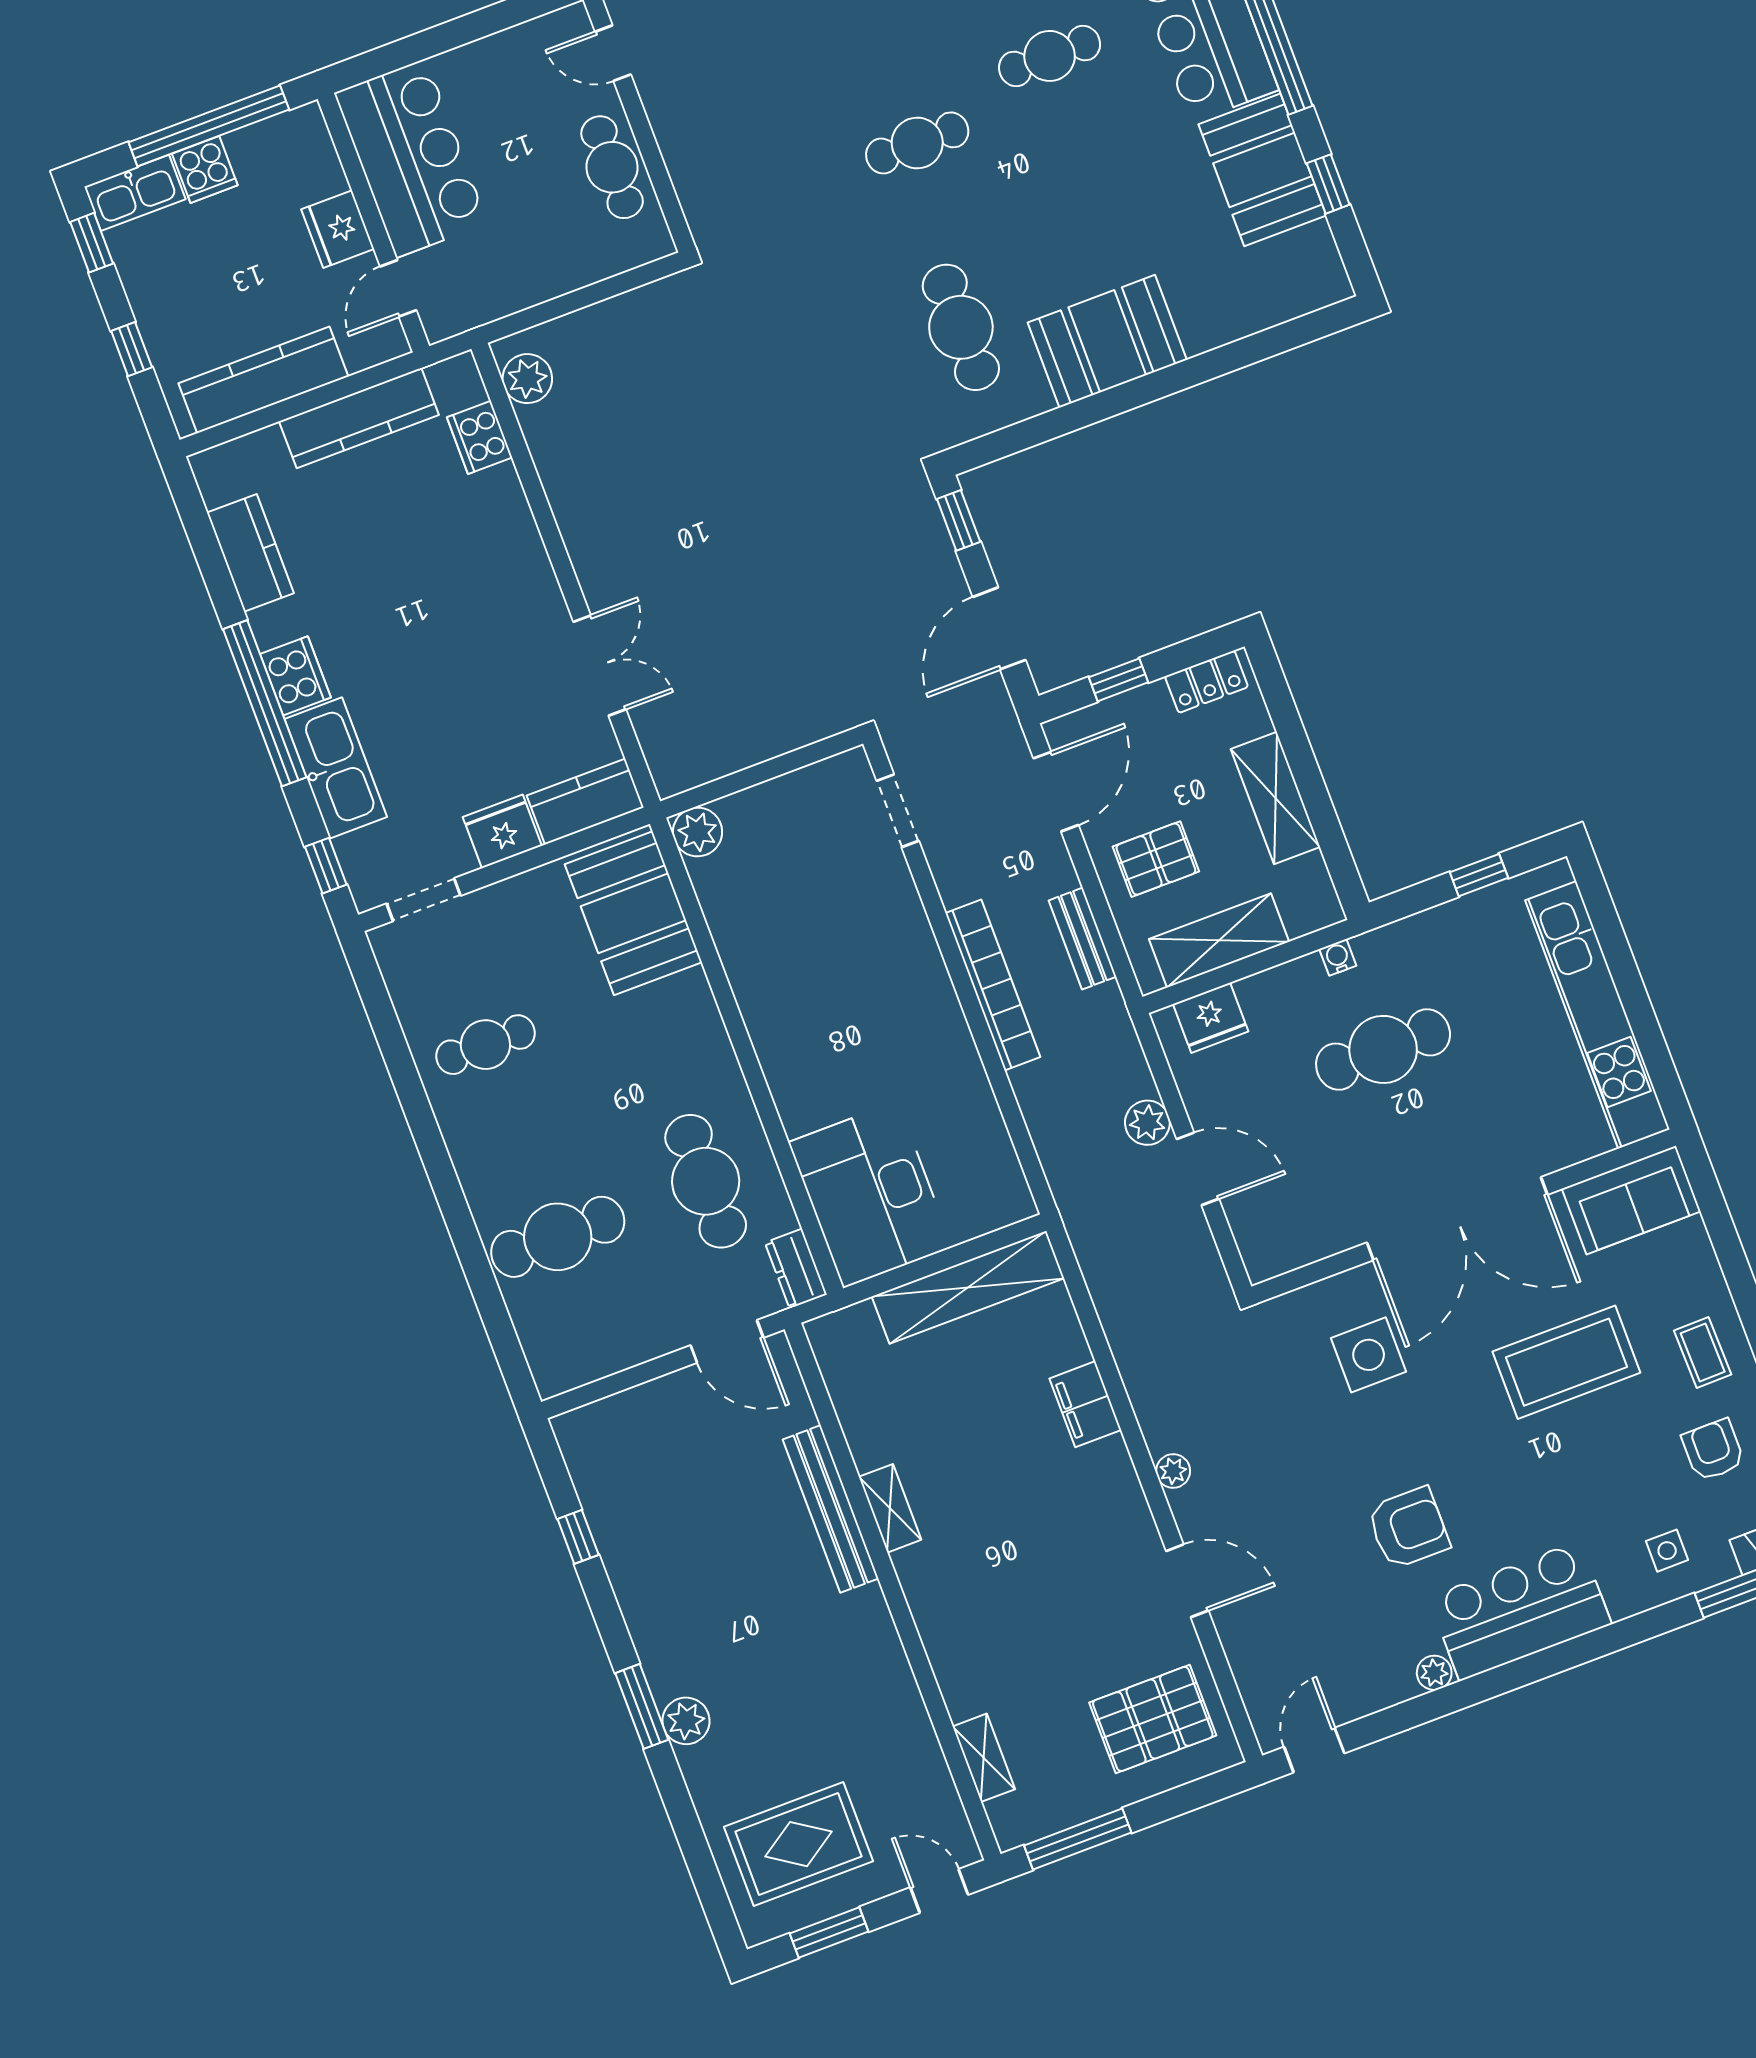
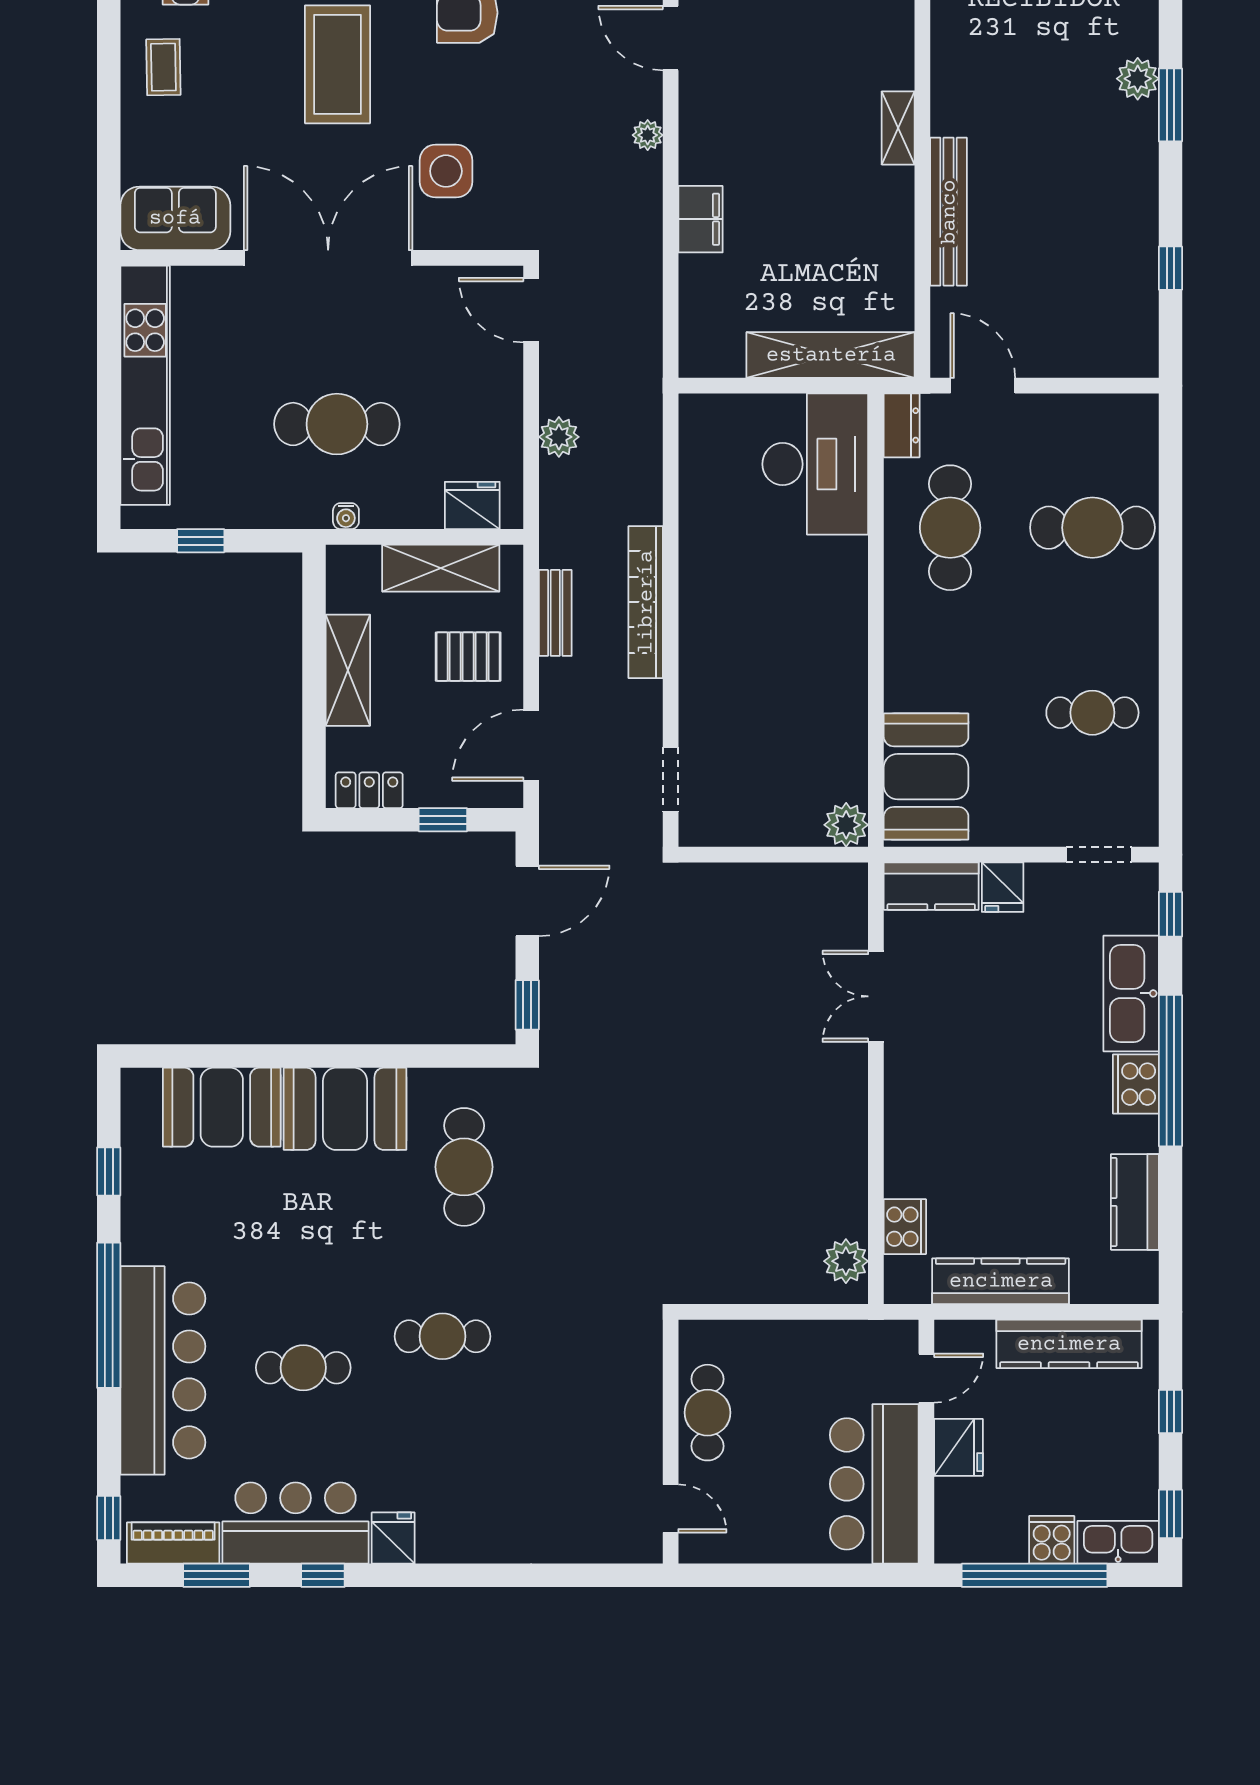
booth: (1262, 170) -> (222, 1107), moved, turned 90
fridge: (502, 831) -> (1003, 887), width x0.72
door: (1198, 1169) -> (531, 310), moved
shelving: (968, 1287) -> (831, 355), moved
coffee table: (1566, 1362) -> (338, 64), moved, turned 90
shelving: (890, 1508) -> (898, 128), moved

